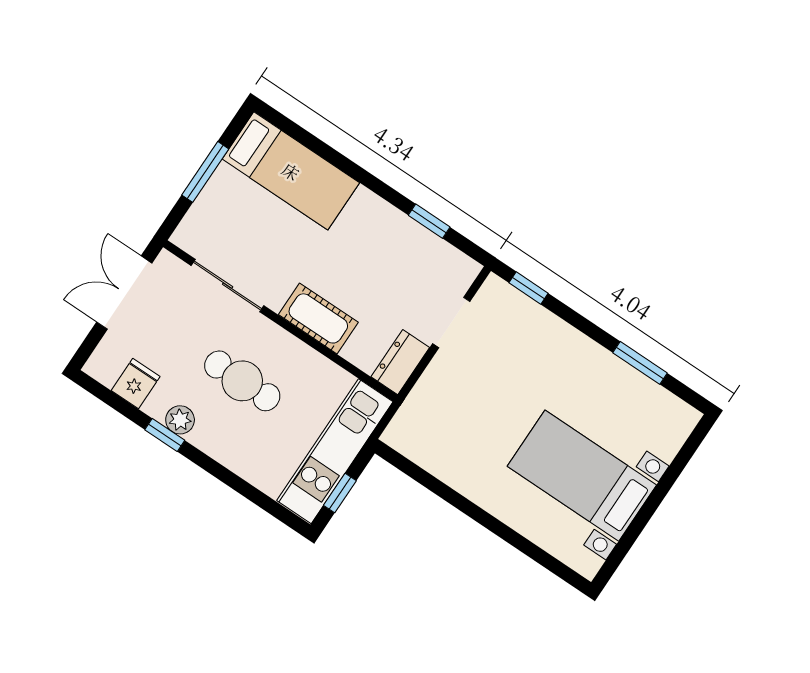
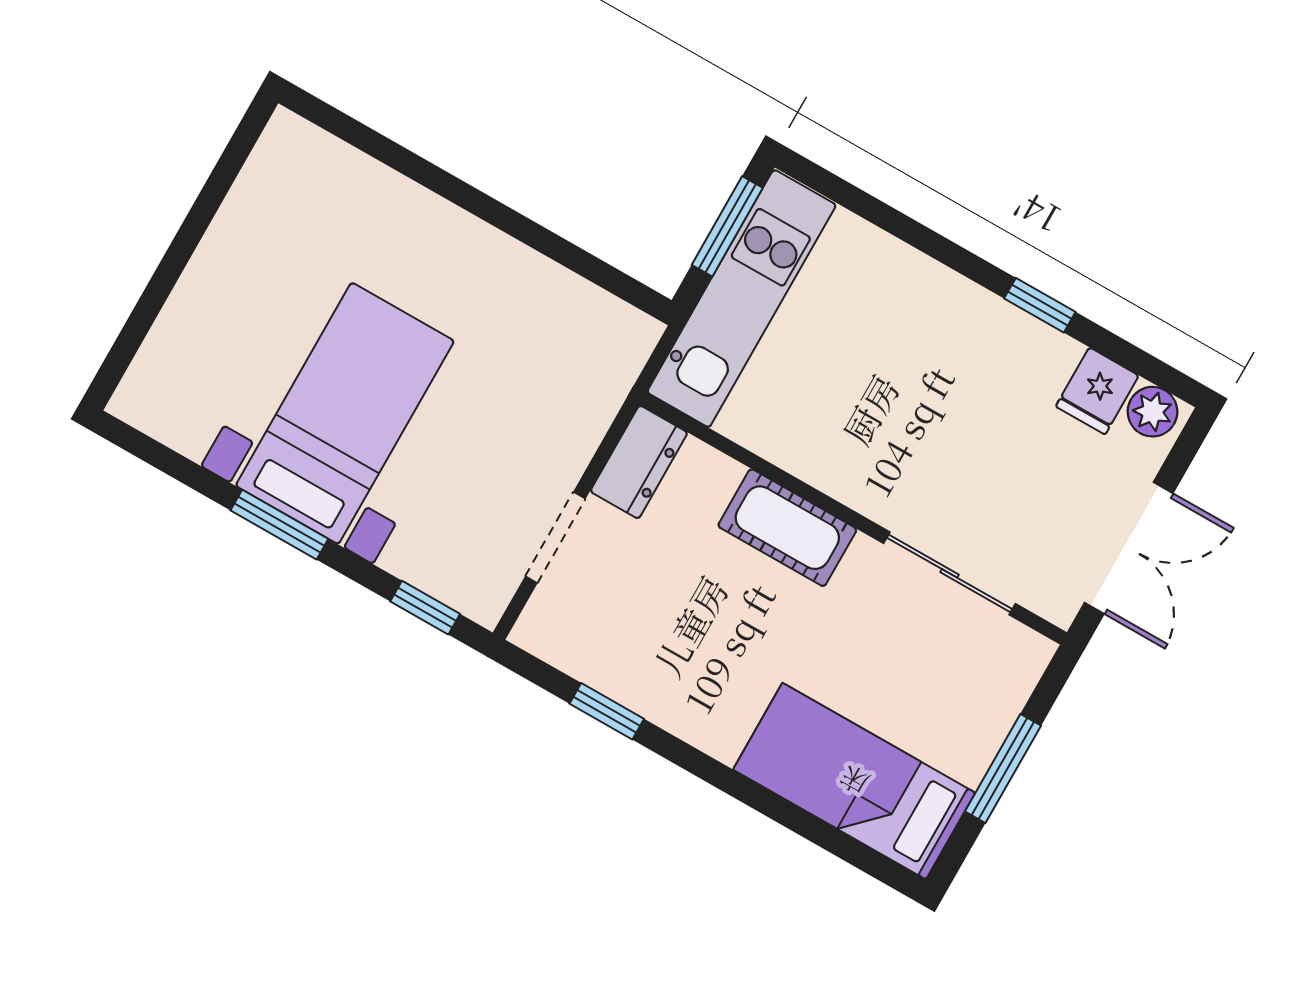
window: (640, 363) -> (279, 525), moved
cafe table: (242, 381) -> (912, 409), removed
plant: (180, 420) -> (1153, 412), moved
bed with nightstands: (582, 476) -> (345, 413), moved, turned -90
window: (340, 493) -> (727, 226), width x1.50

